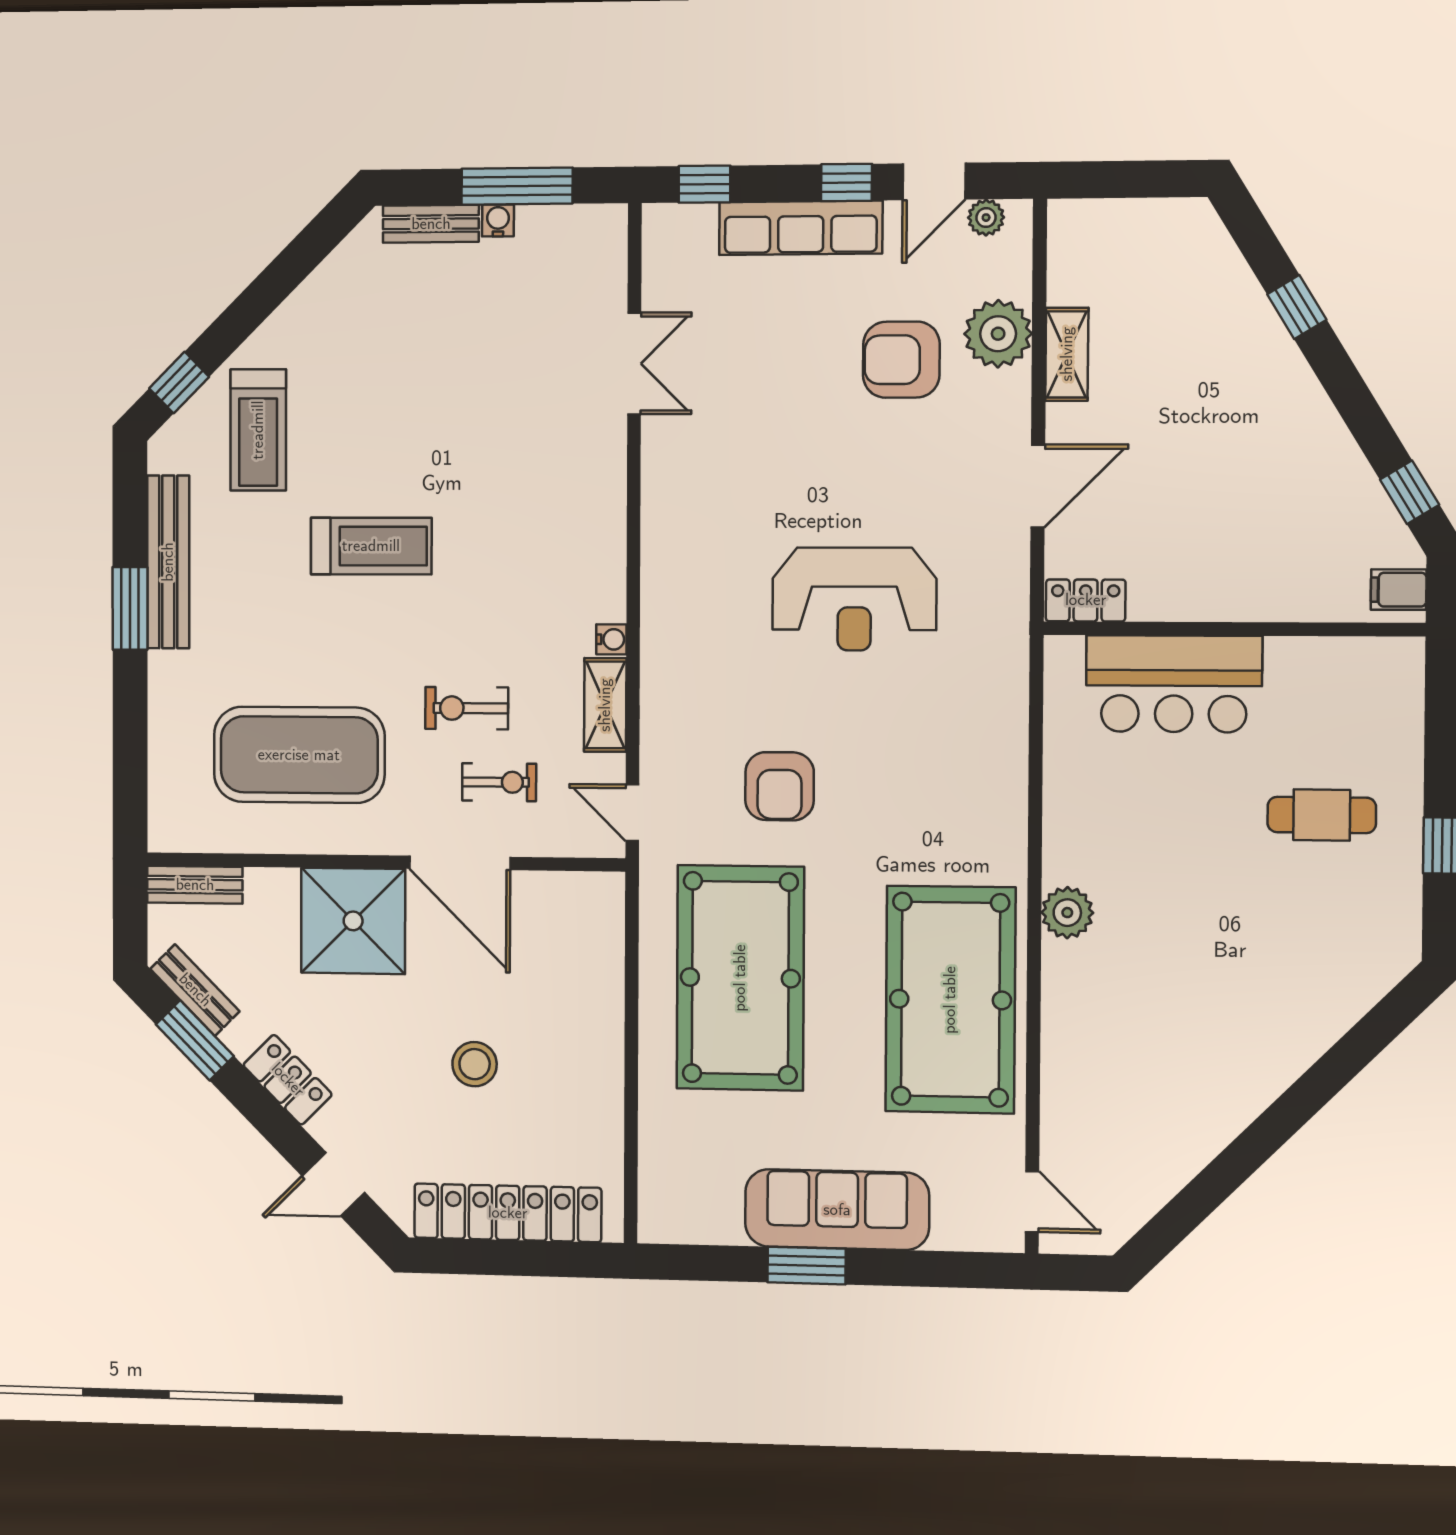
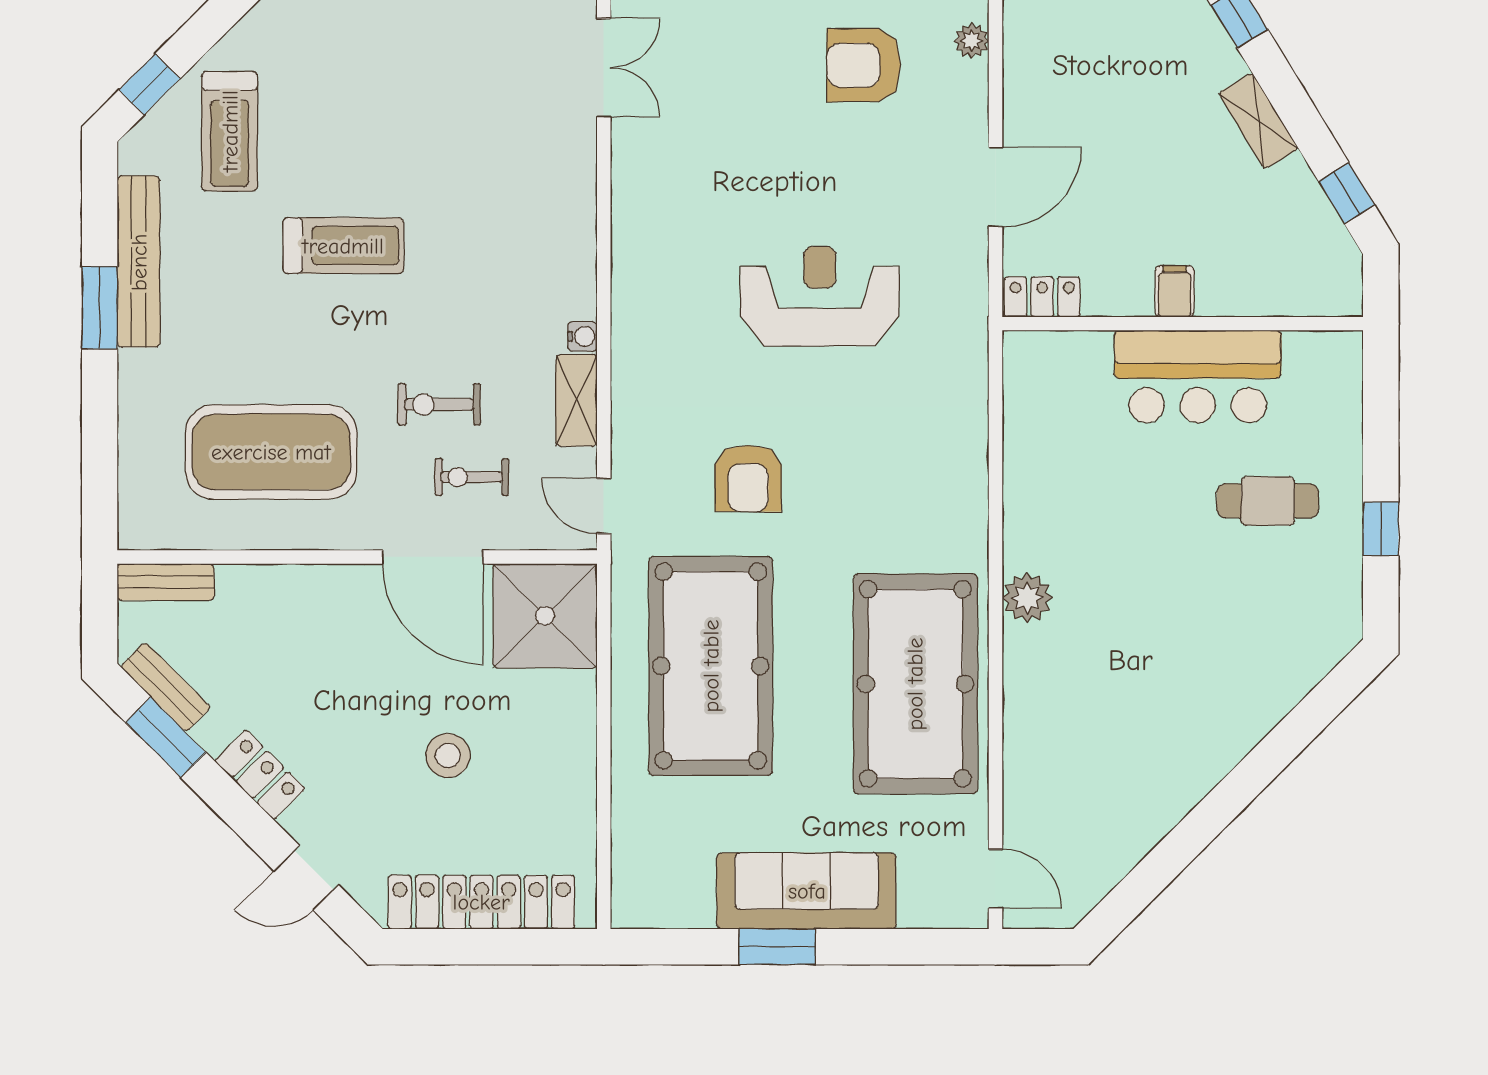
plant: (998, 334) -> (972, 41), width x0.53, depth x0.53
shelving: (1067, 354) -> (1258, 121), moved, turned -31
filing cabinet: (1399, 590) -> (1175, 291), moved, turned 90
reception desk: (854, 599) -> (820, 296), turned 180
bar counter: (1174, 684) -> (1198, 377), moved
exercise bike: (499, 782) -> (472, 477), turned 180
shower: (353, 921) -> (545, 616), moved

